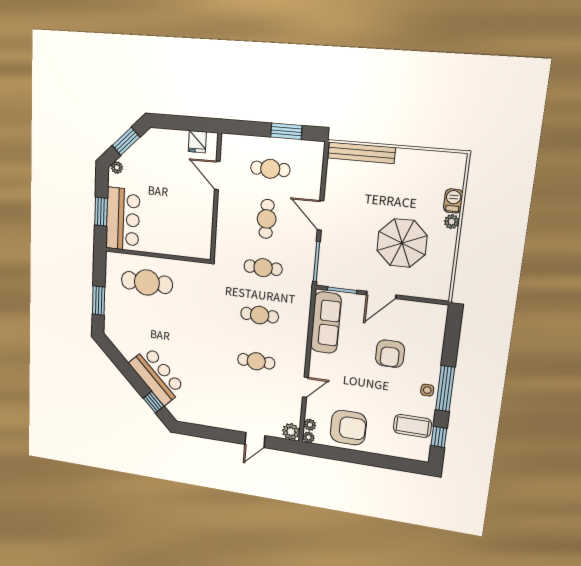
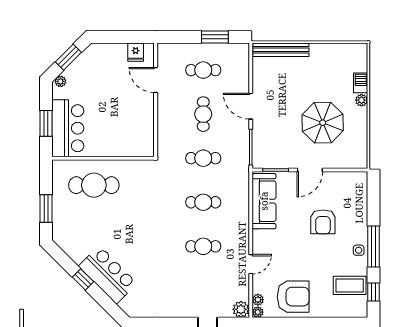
window: (154, 402) -> (83, 279), moved

